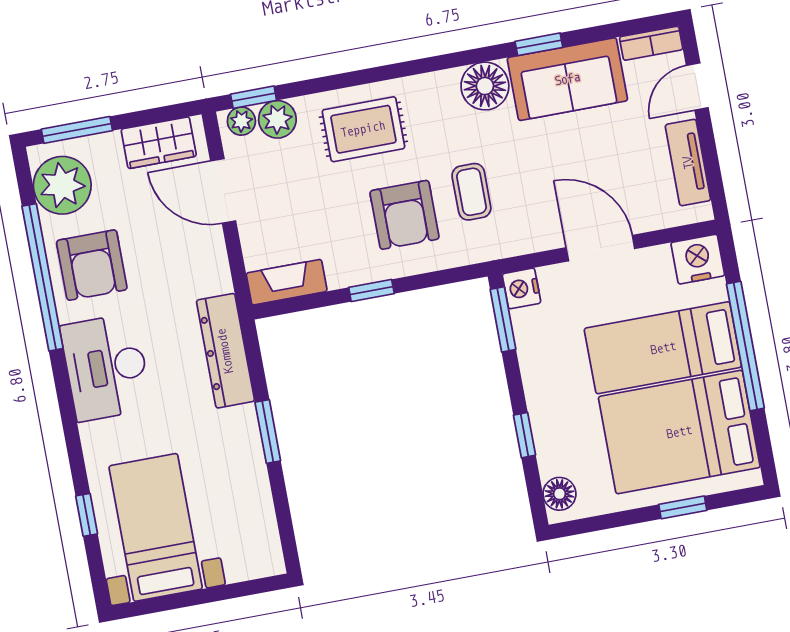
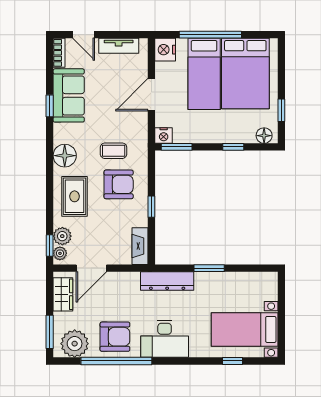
floor lamp: (485, 86) -> (65, 156), moved
window: (683, 507) -> (281, 110), moved

